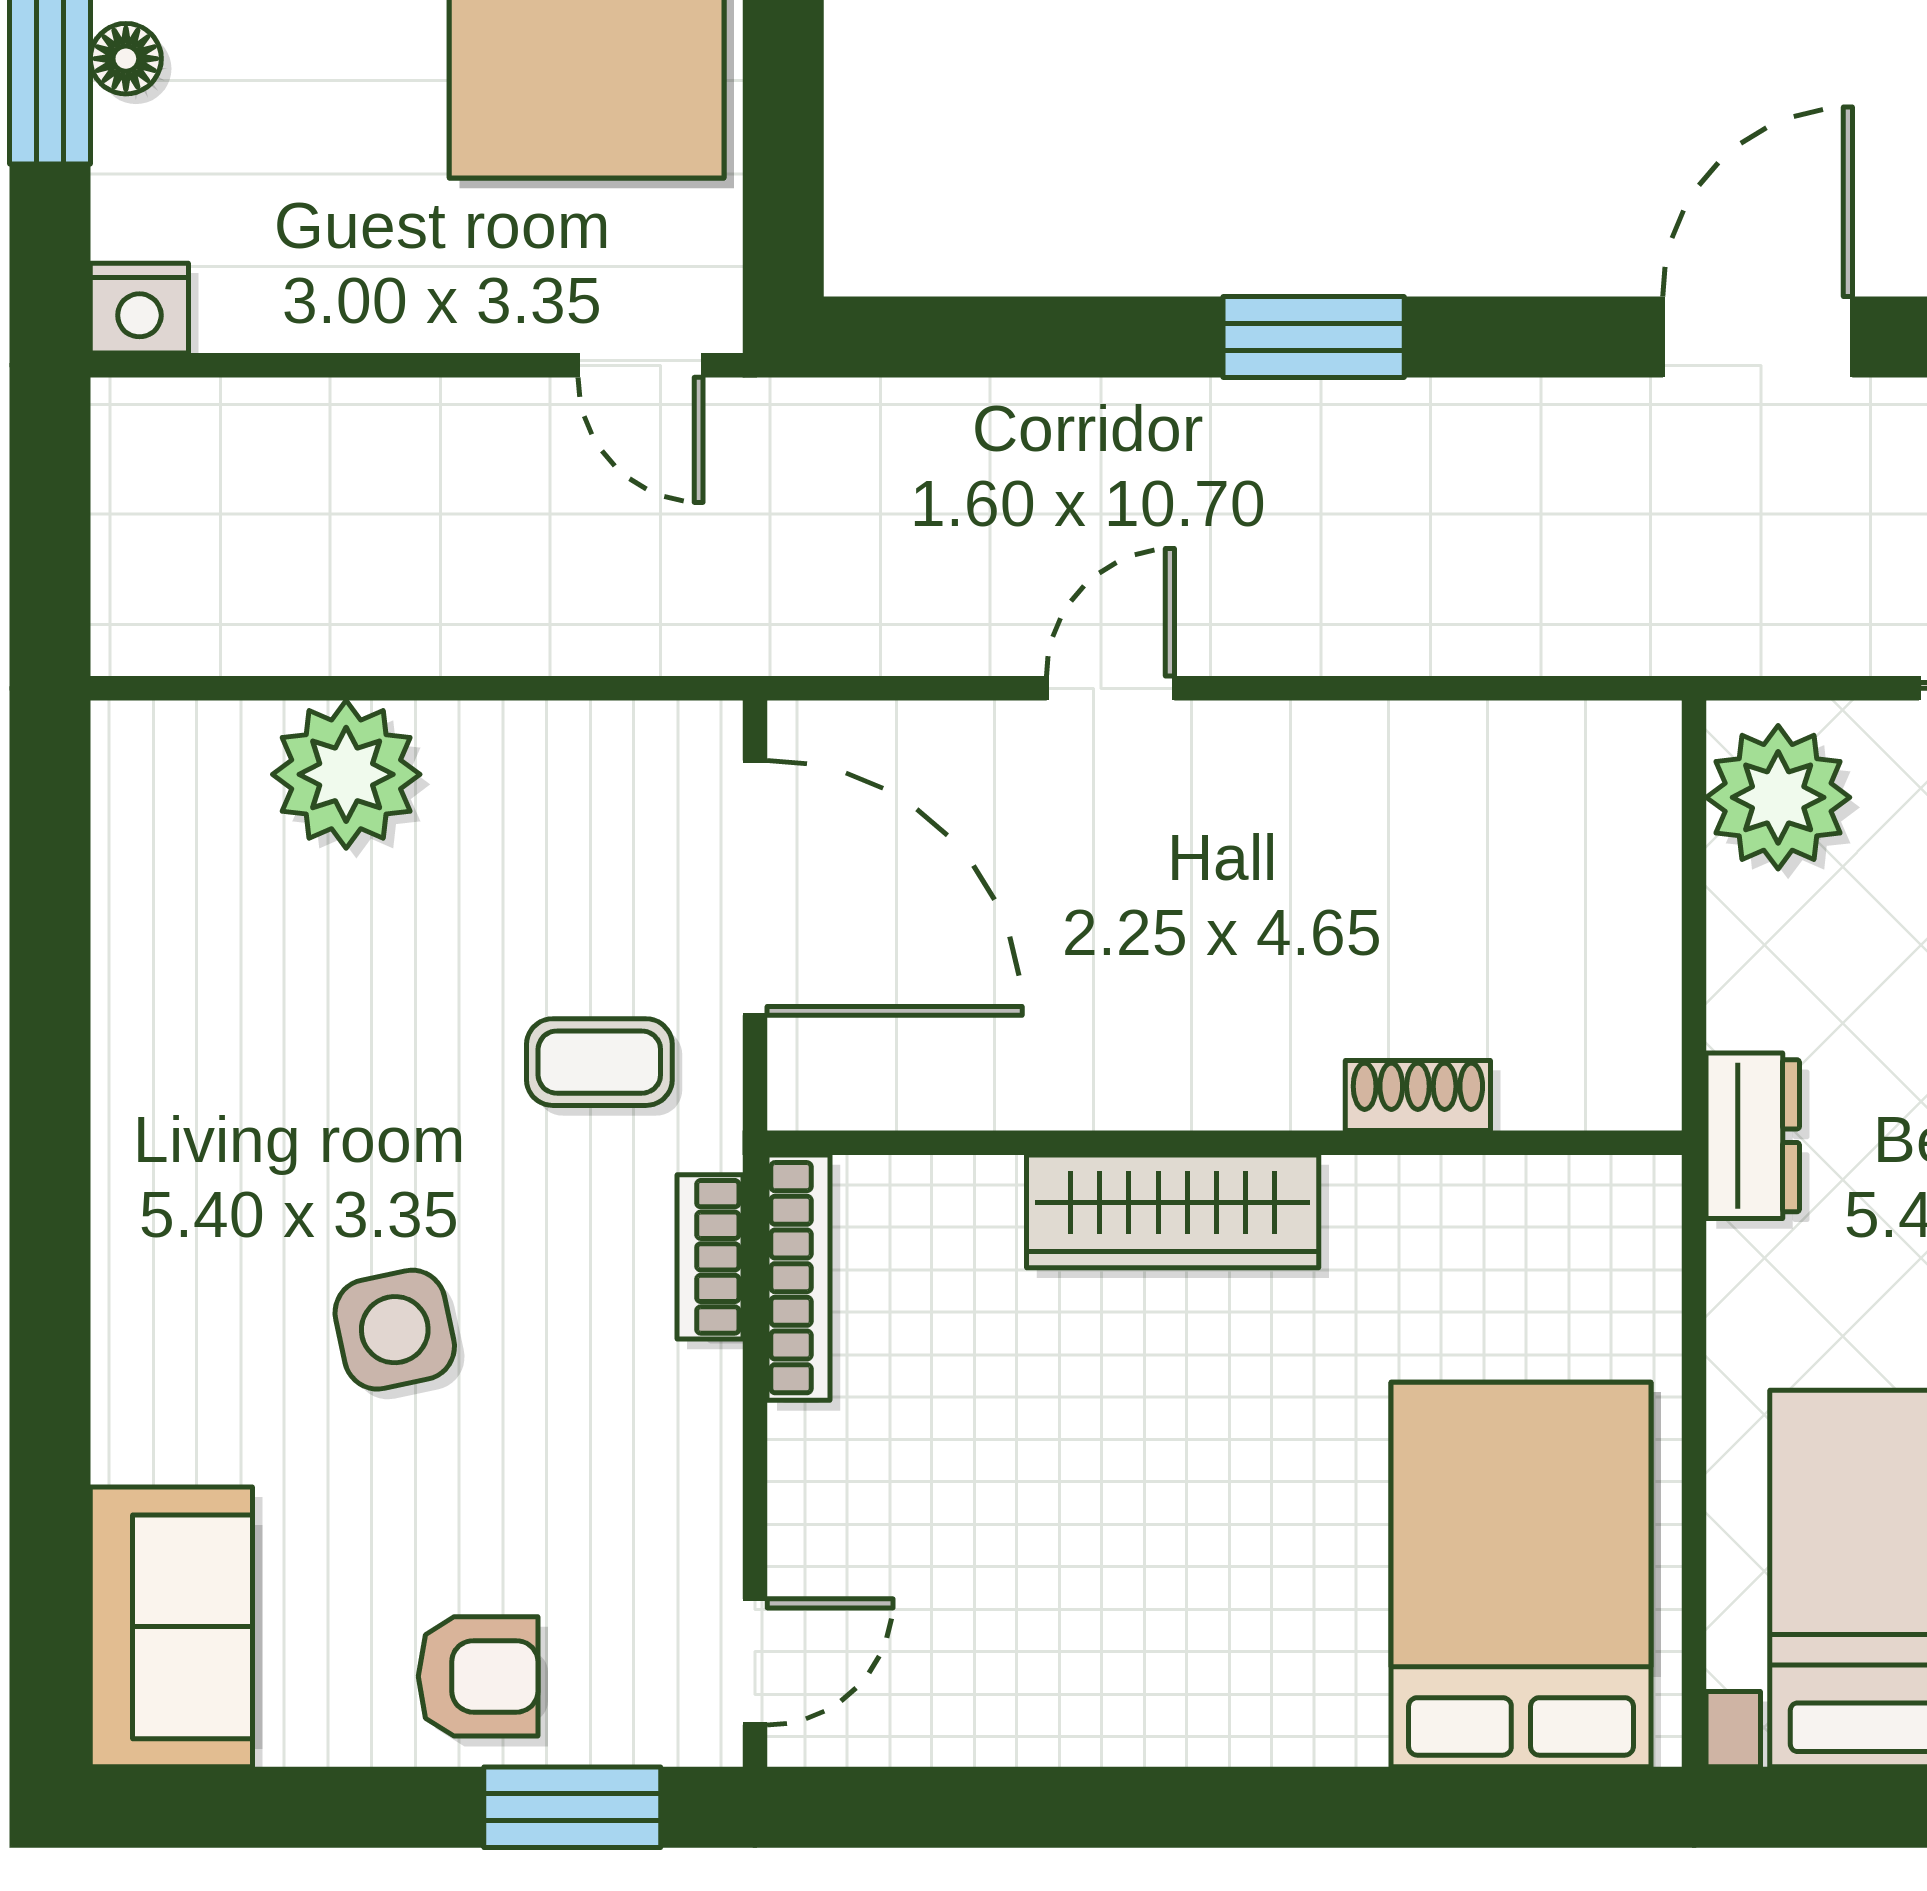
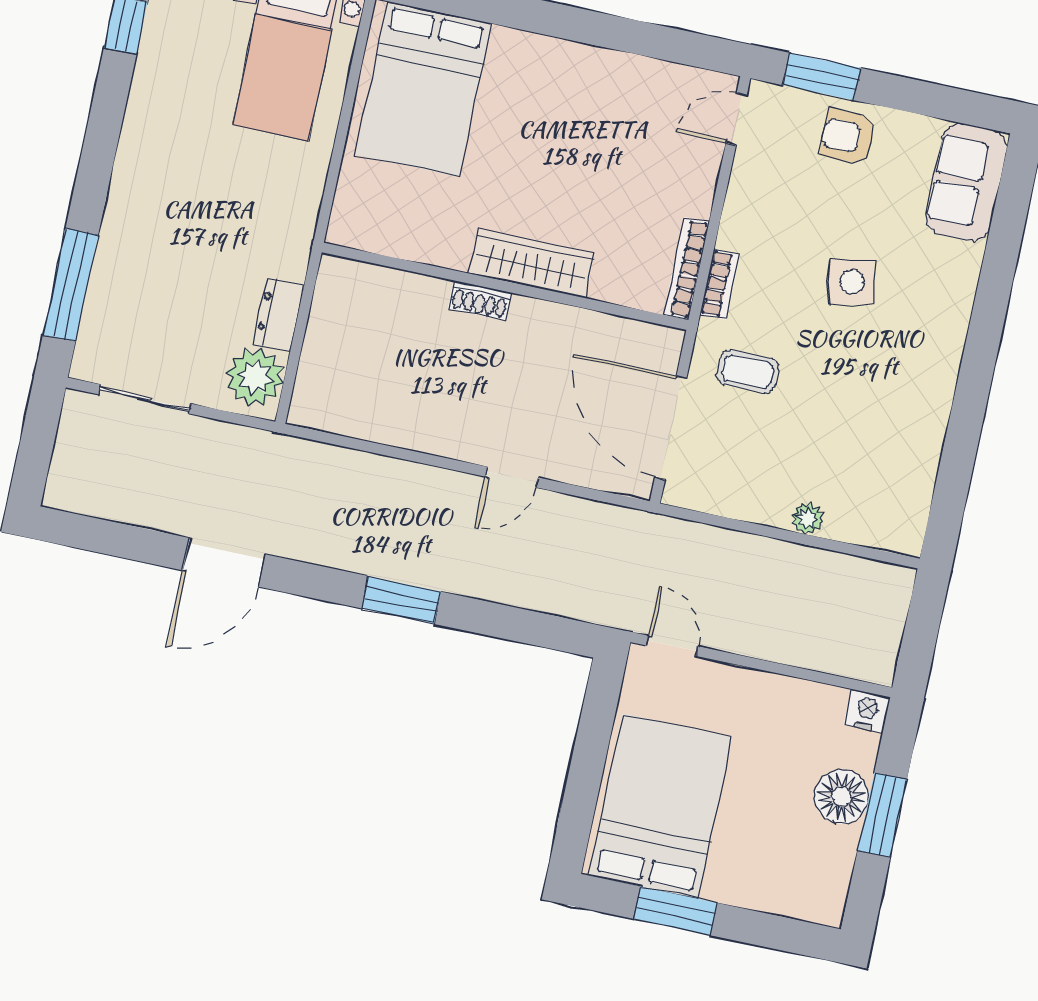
floor lamp: (126, 59) -> (841, 797), width x1.89, depth x1.89
plant: (346, 774) -> (807, 518), width x0.53, depth x0.53
shoe rack: (1418, 1095) -> (480, 301), moved
dresser: (1753, 1136) -> (279, 314), moved

